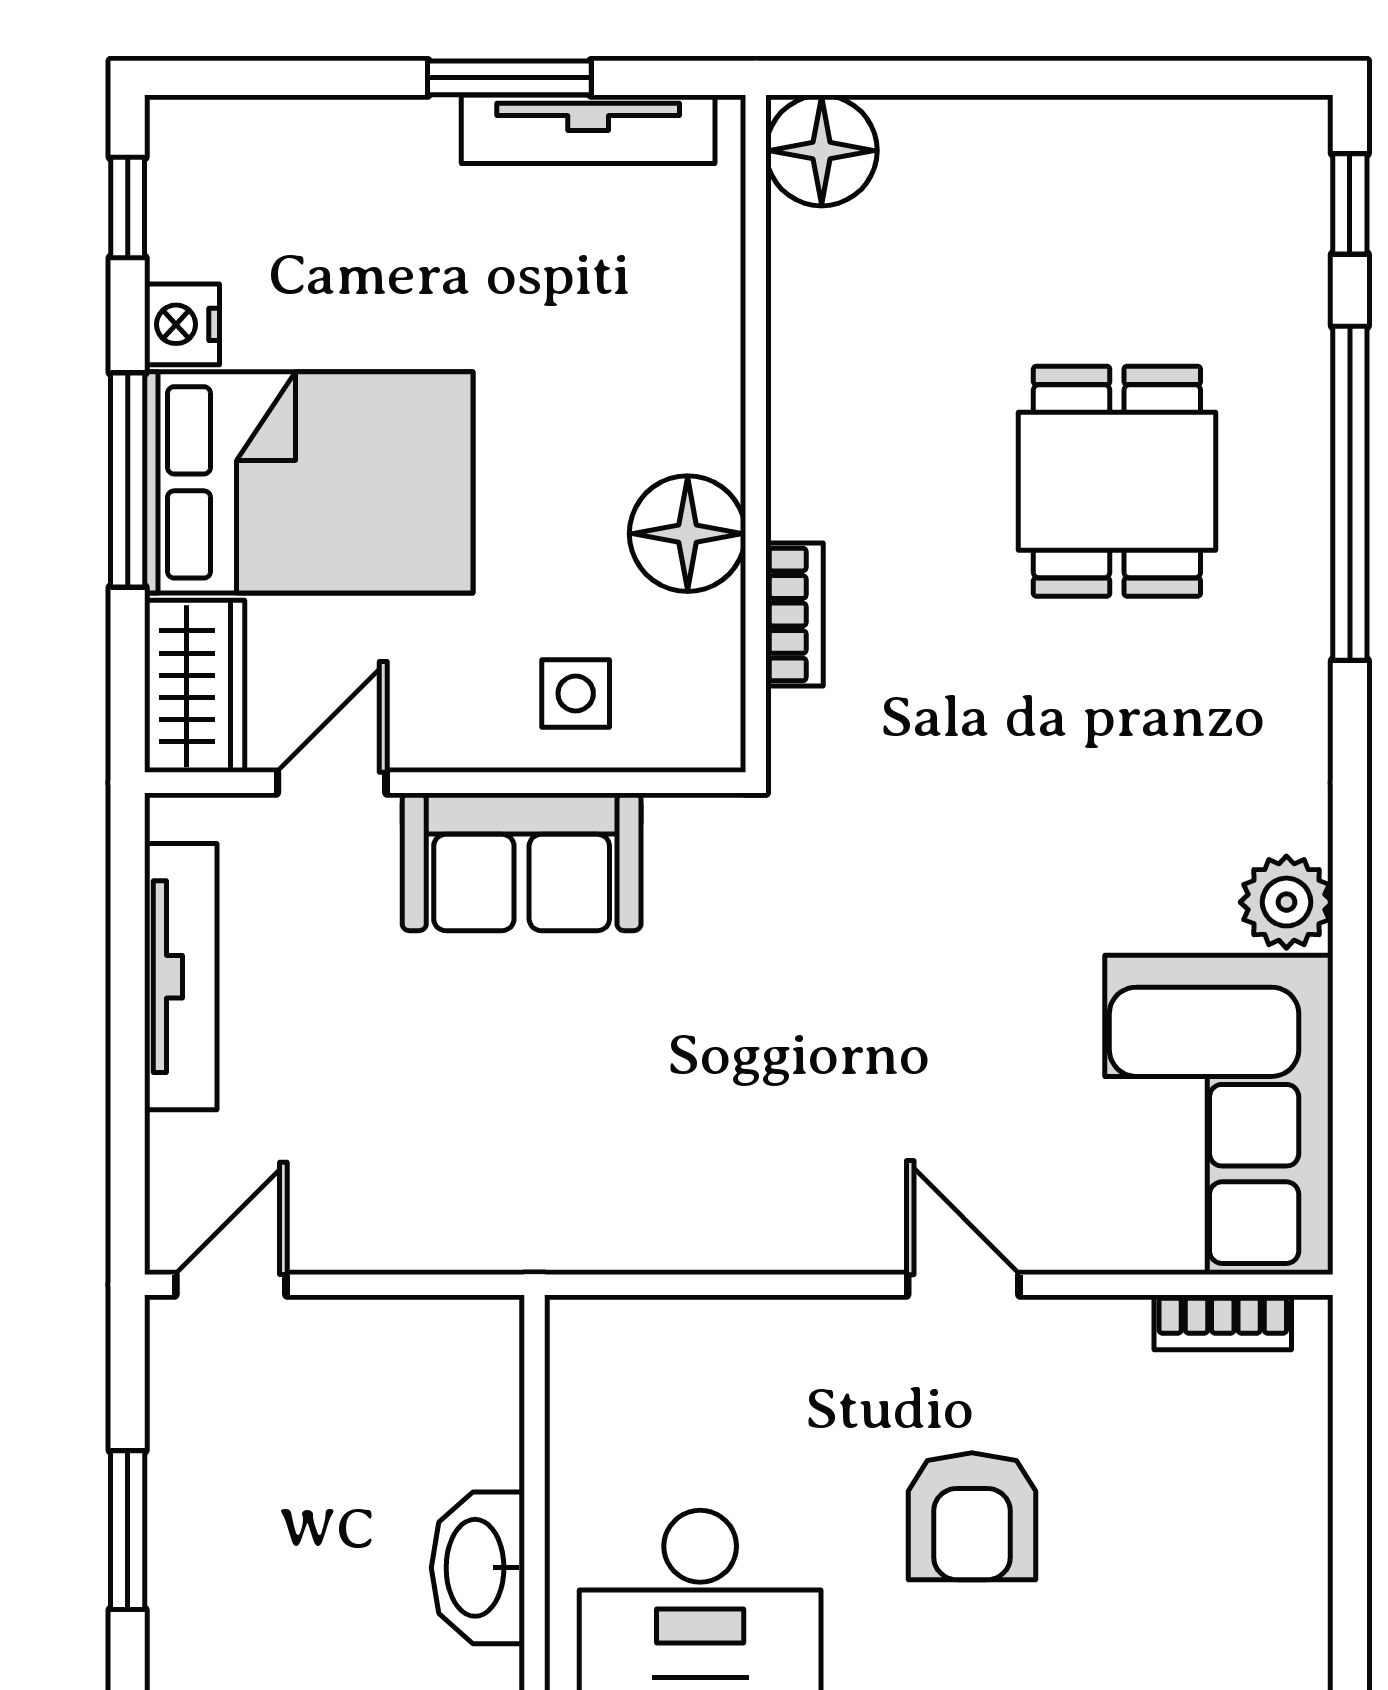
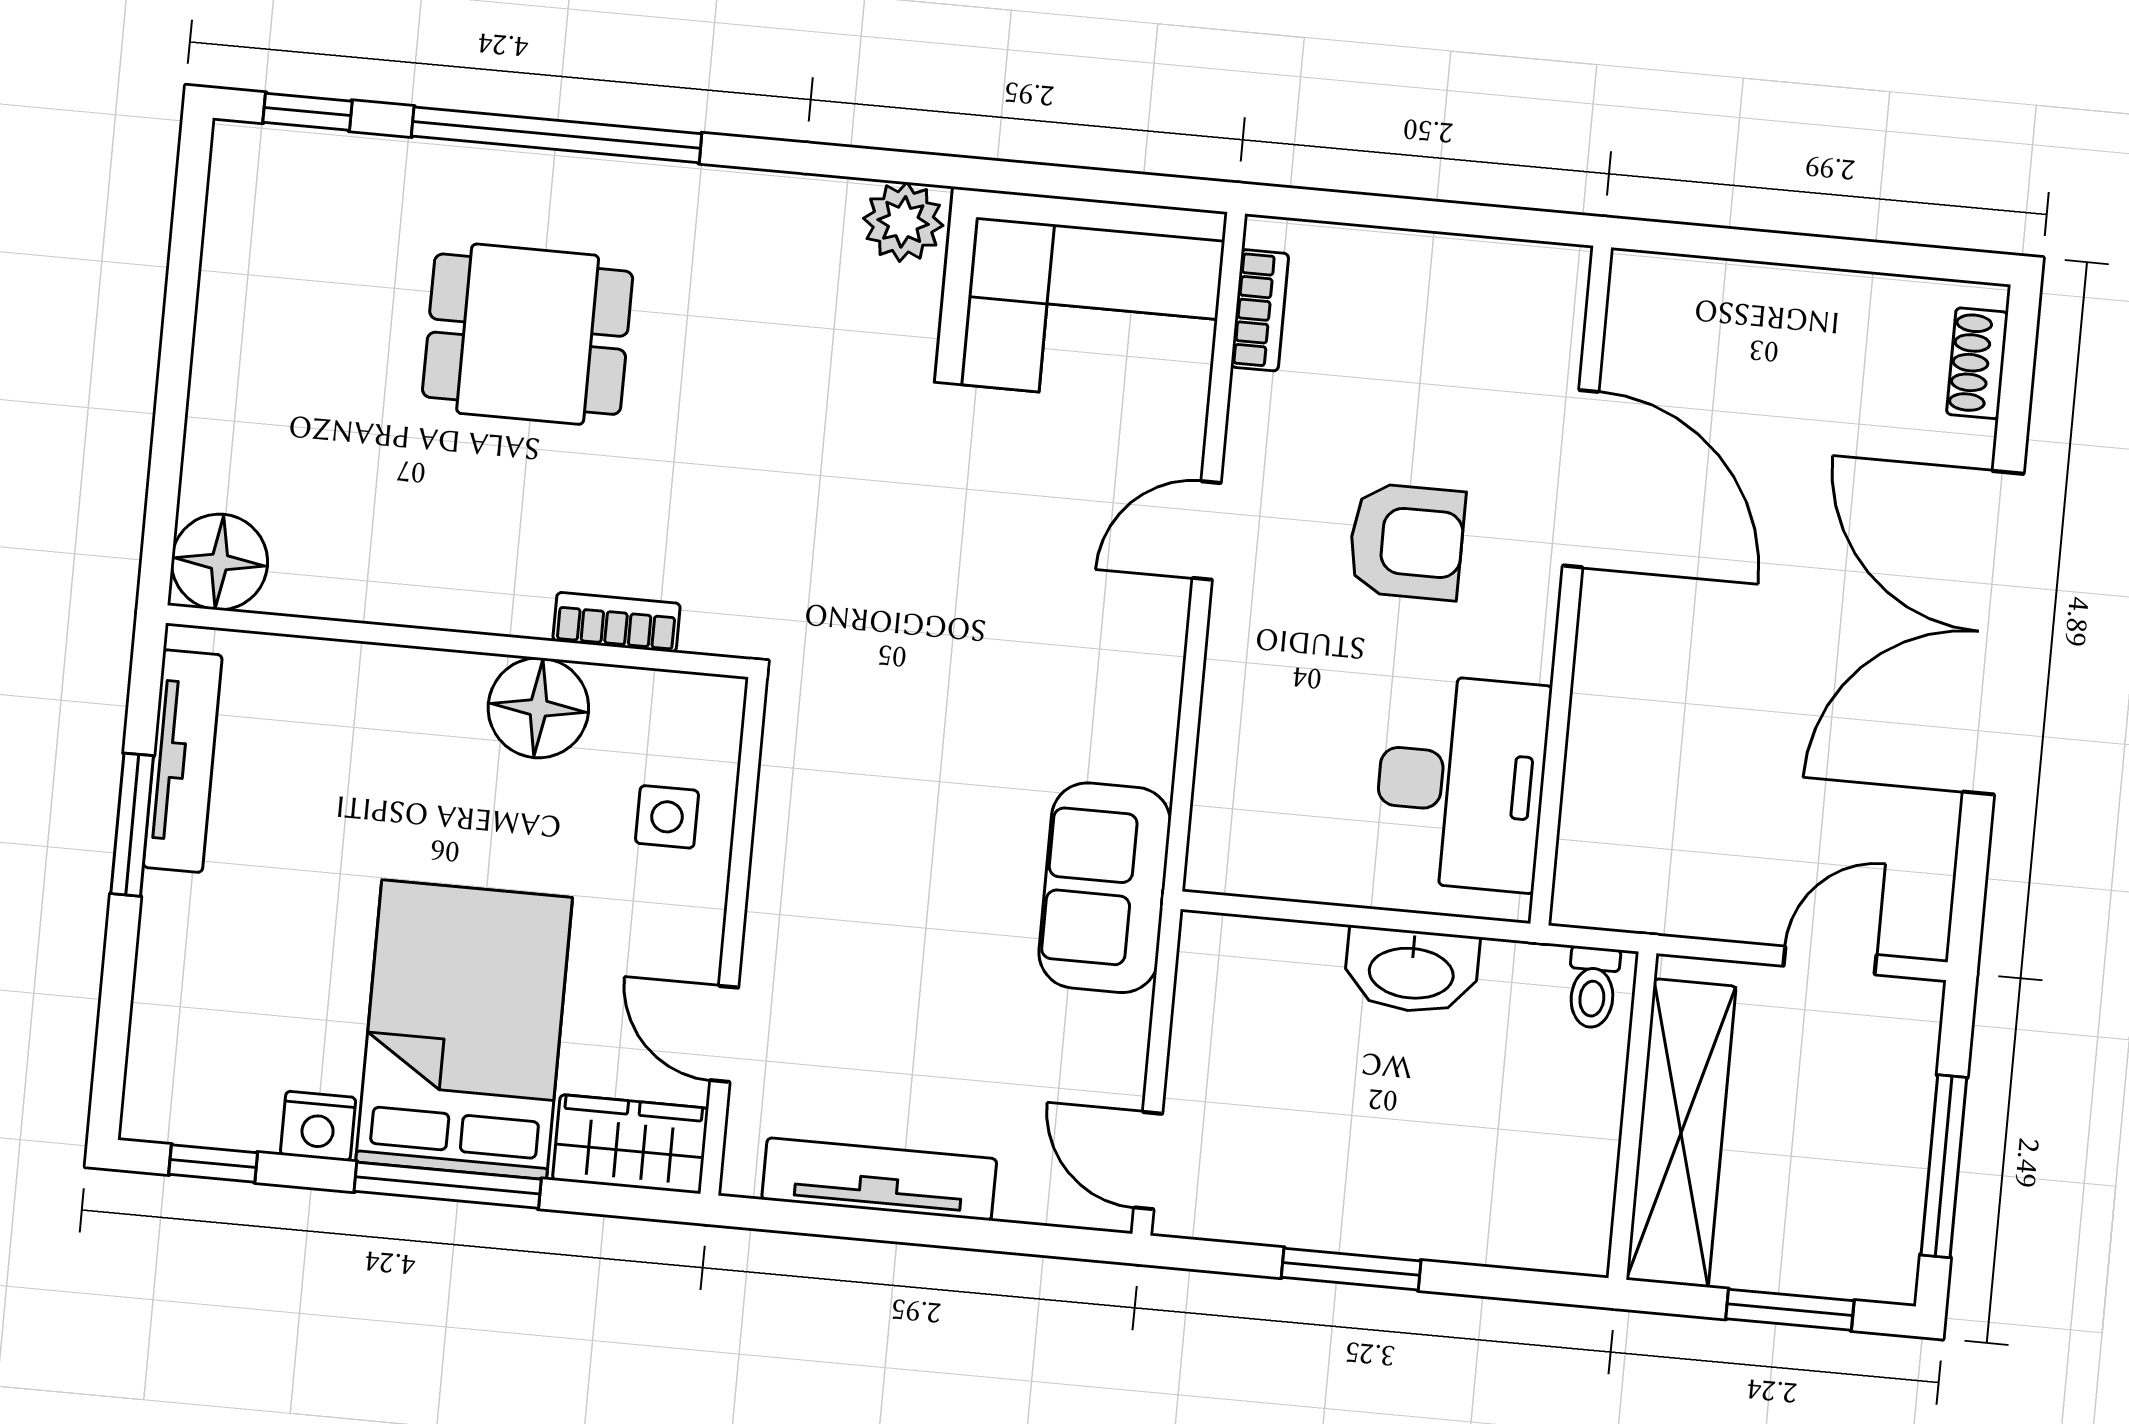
sofa: (522, 862) -> (1105, 888), moved, turned 180

